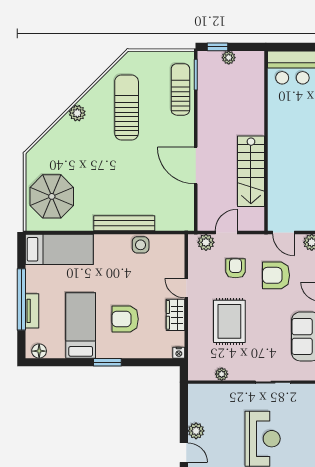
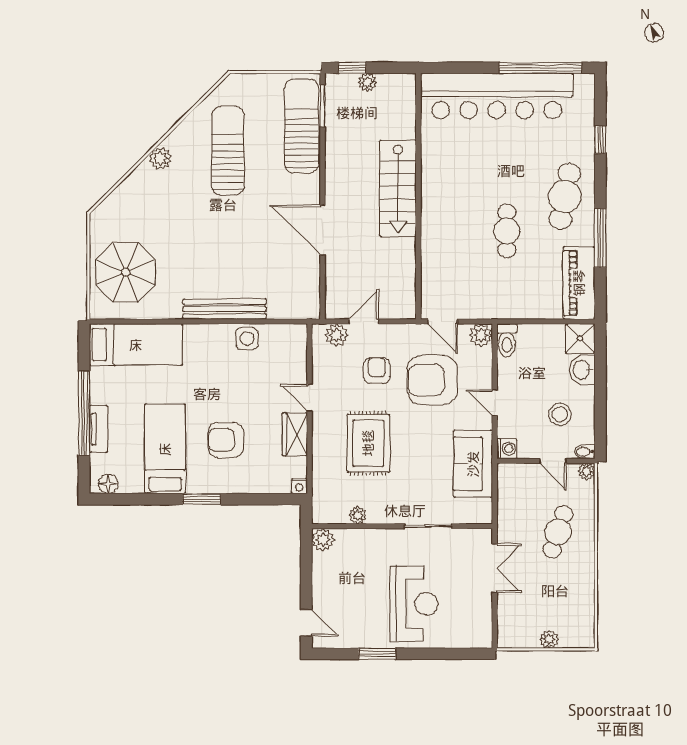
sun lounger: (180, 89) -> (301, 126), width x1.36, depth x1.34
stairs: (251, 171) -> (398, 188), moved
armchair: (276, 275) -> (432, 380), width x1.36, depth x1.36
plant: (196, 431) -> (323, 540), moved

